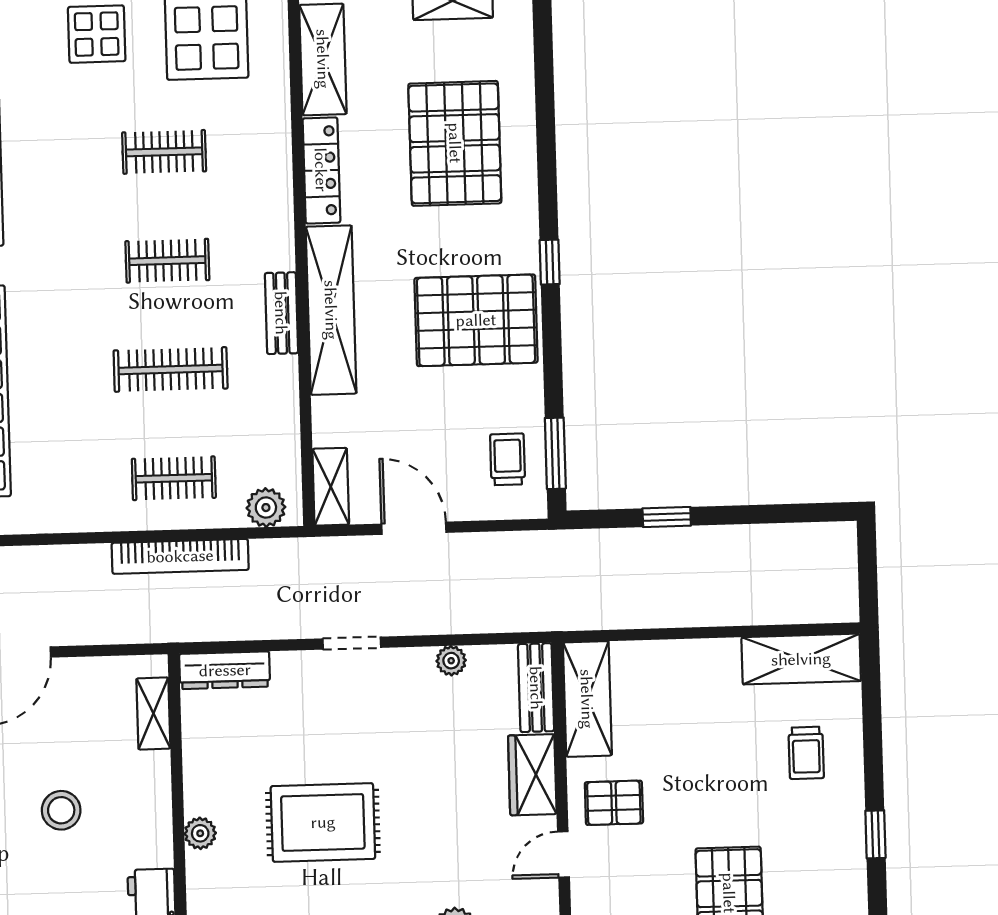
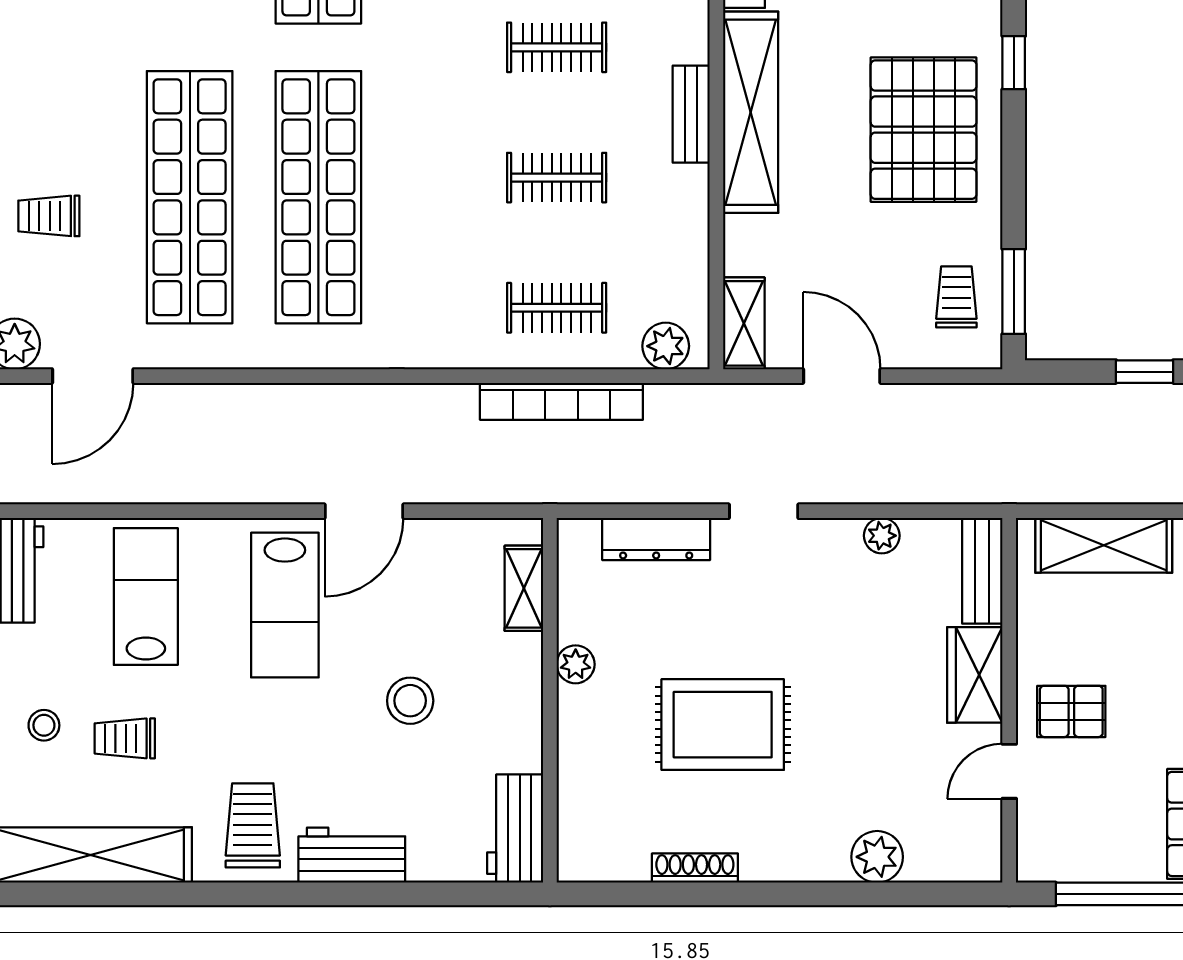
pallet: (476, 320) -> (924, 130), turned 90
clothes rail: (171, 369) -> (557, 178), width x0.73
dresser: (225, 670) -> (656, 539), moved
shelving: (587, 699) -> (1104, 545), moved, turned 90
plant: (200, 833) -> (576, 664), moved

